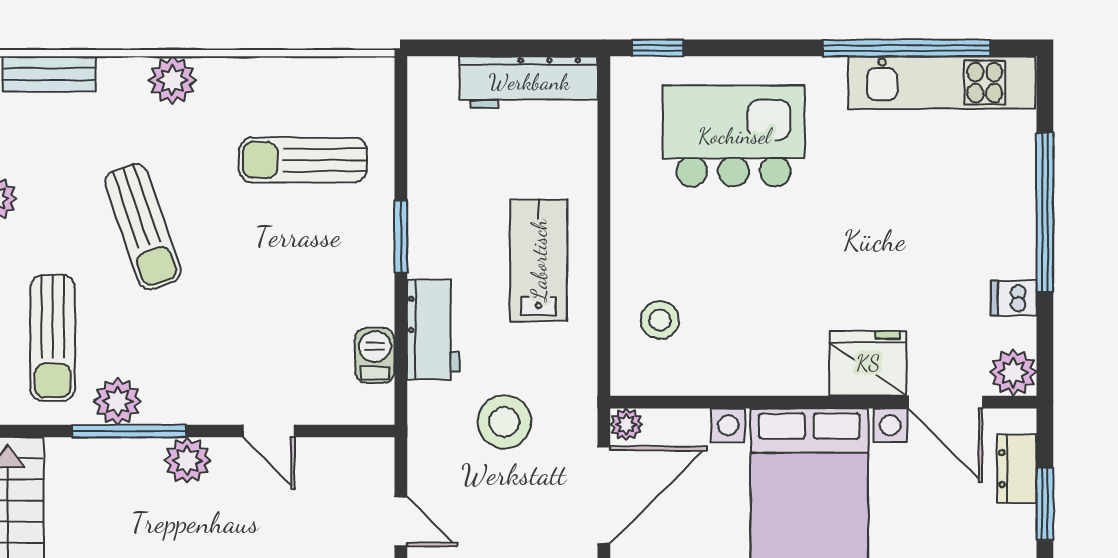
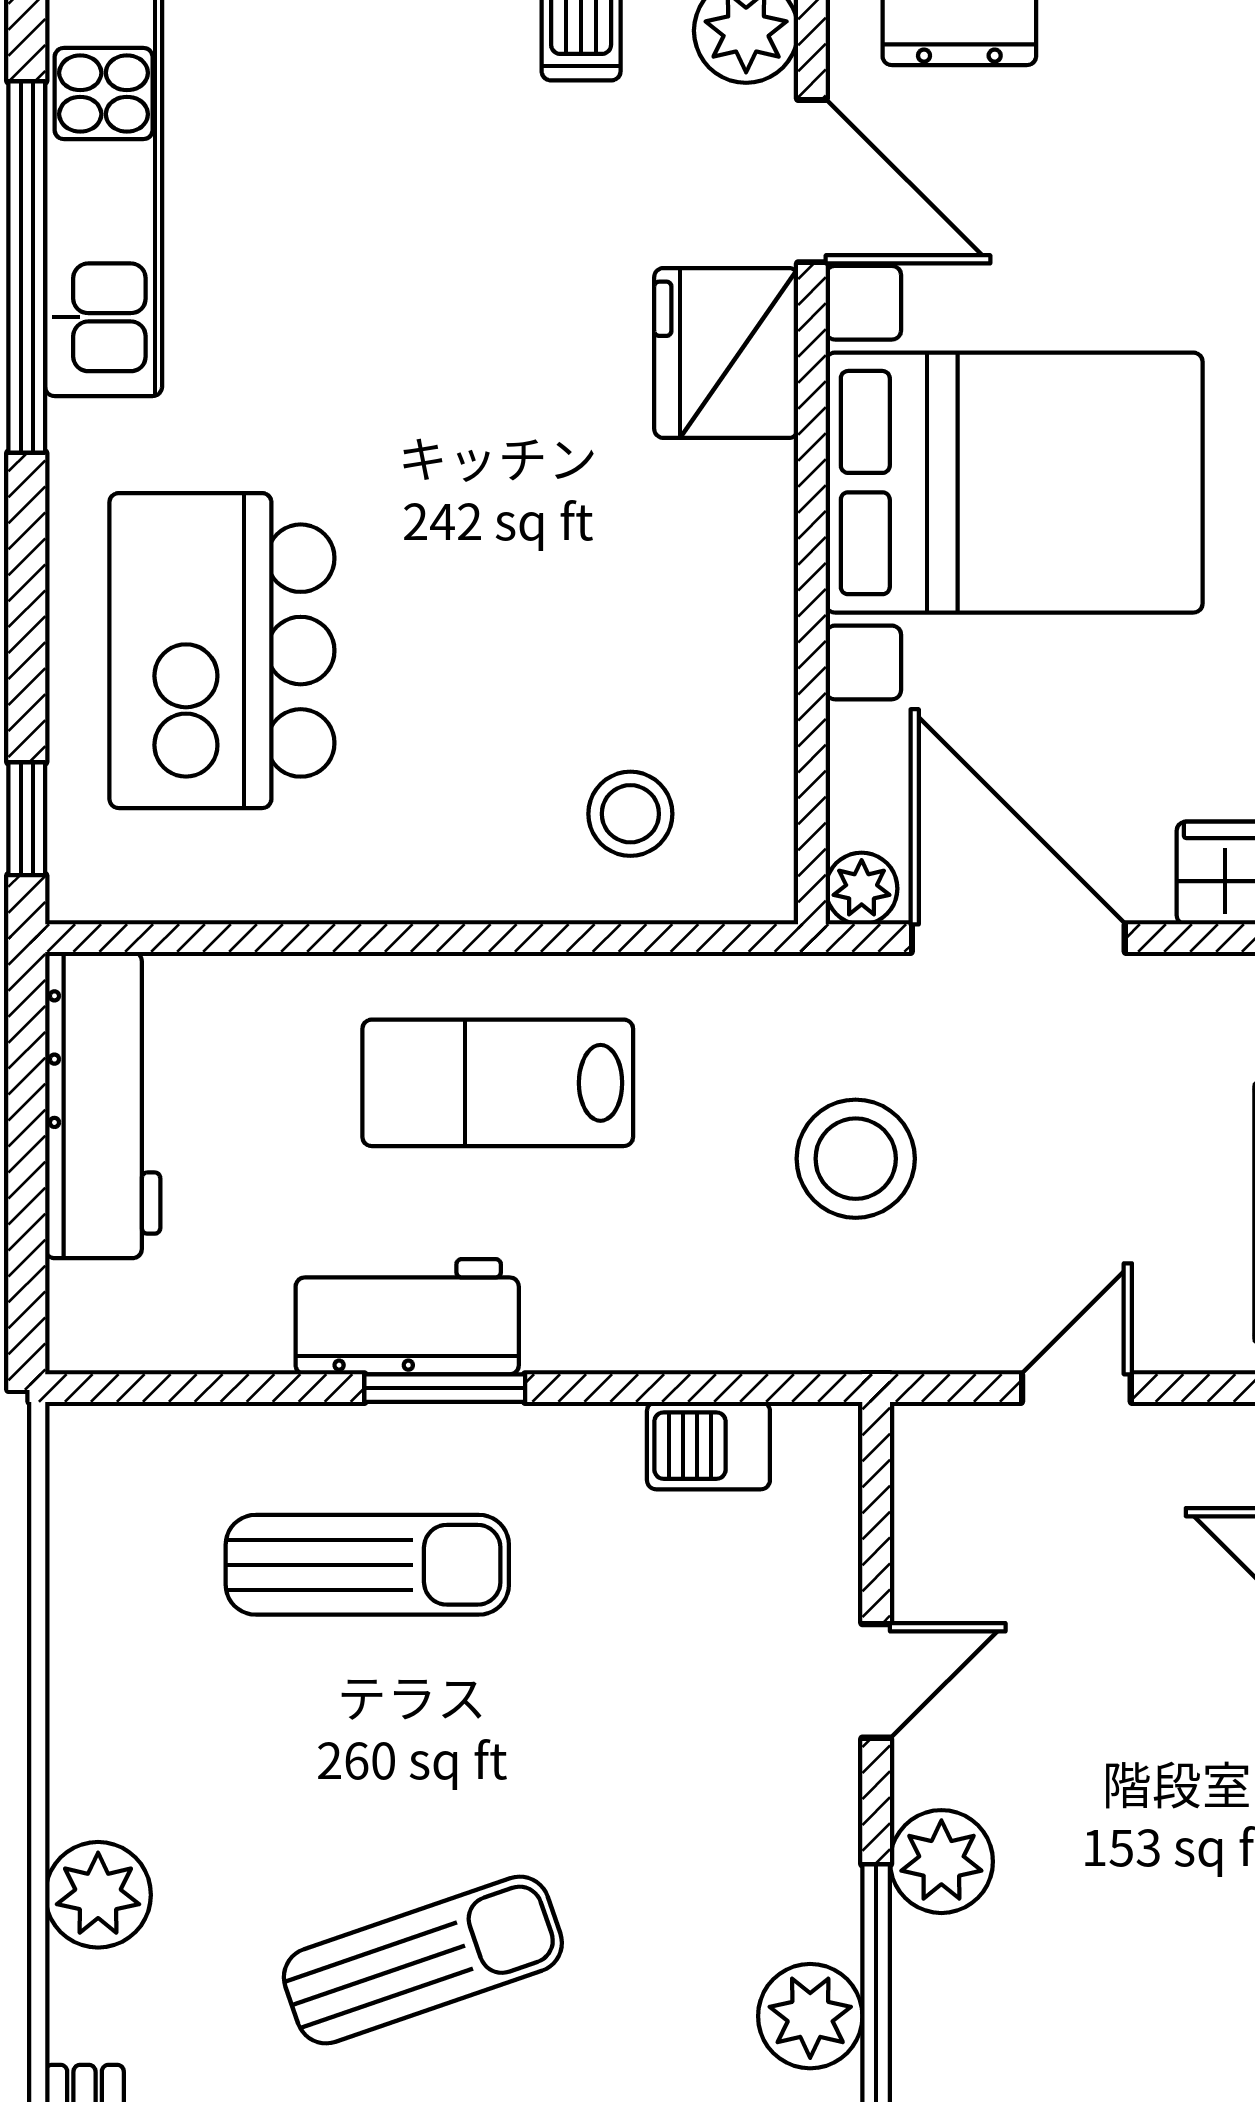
sun lounger: (303, 160) -> (367, 1565), moved, turned -90
workbench: (433, 330) -> (407, 1317), moved
door: (945, 402) -> (812, 181), hinge flipped

